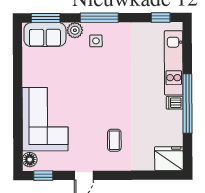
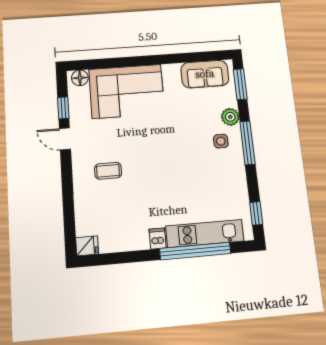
sofa: (45, 35) -> (205, 74), moved, turned -90
window: (187, 103) -> (195, 251), moved
fridge: (169, 159) -> (87, 246), width x0.53, depth x0.75
window: (43, 176) -> (63, 108), moved

